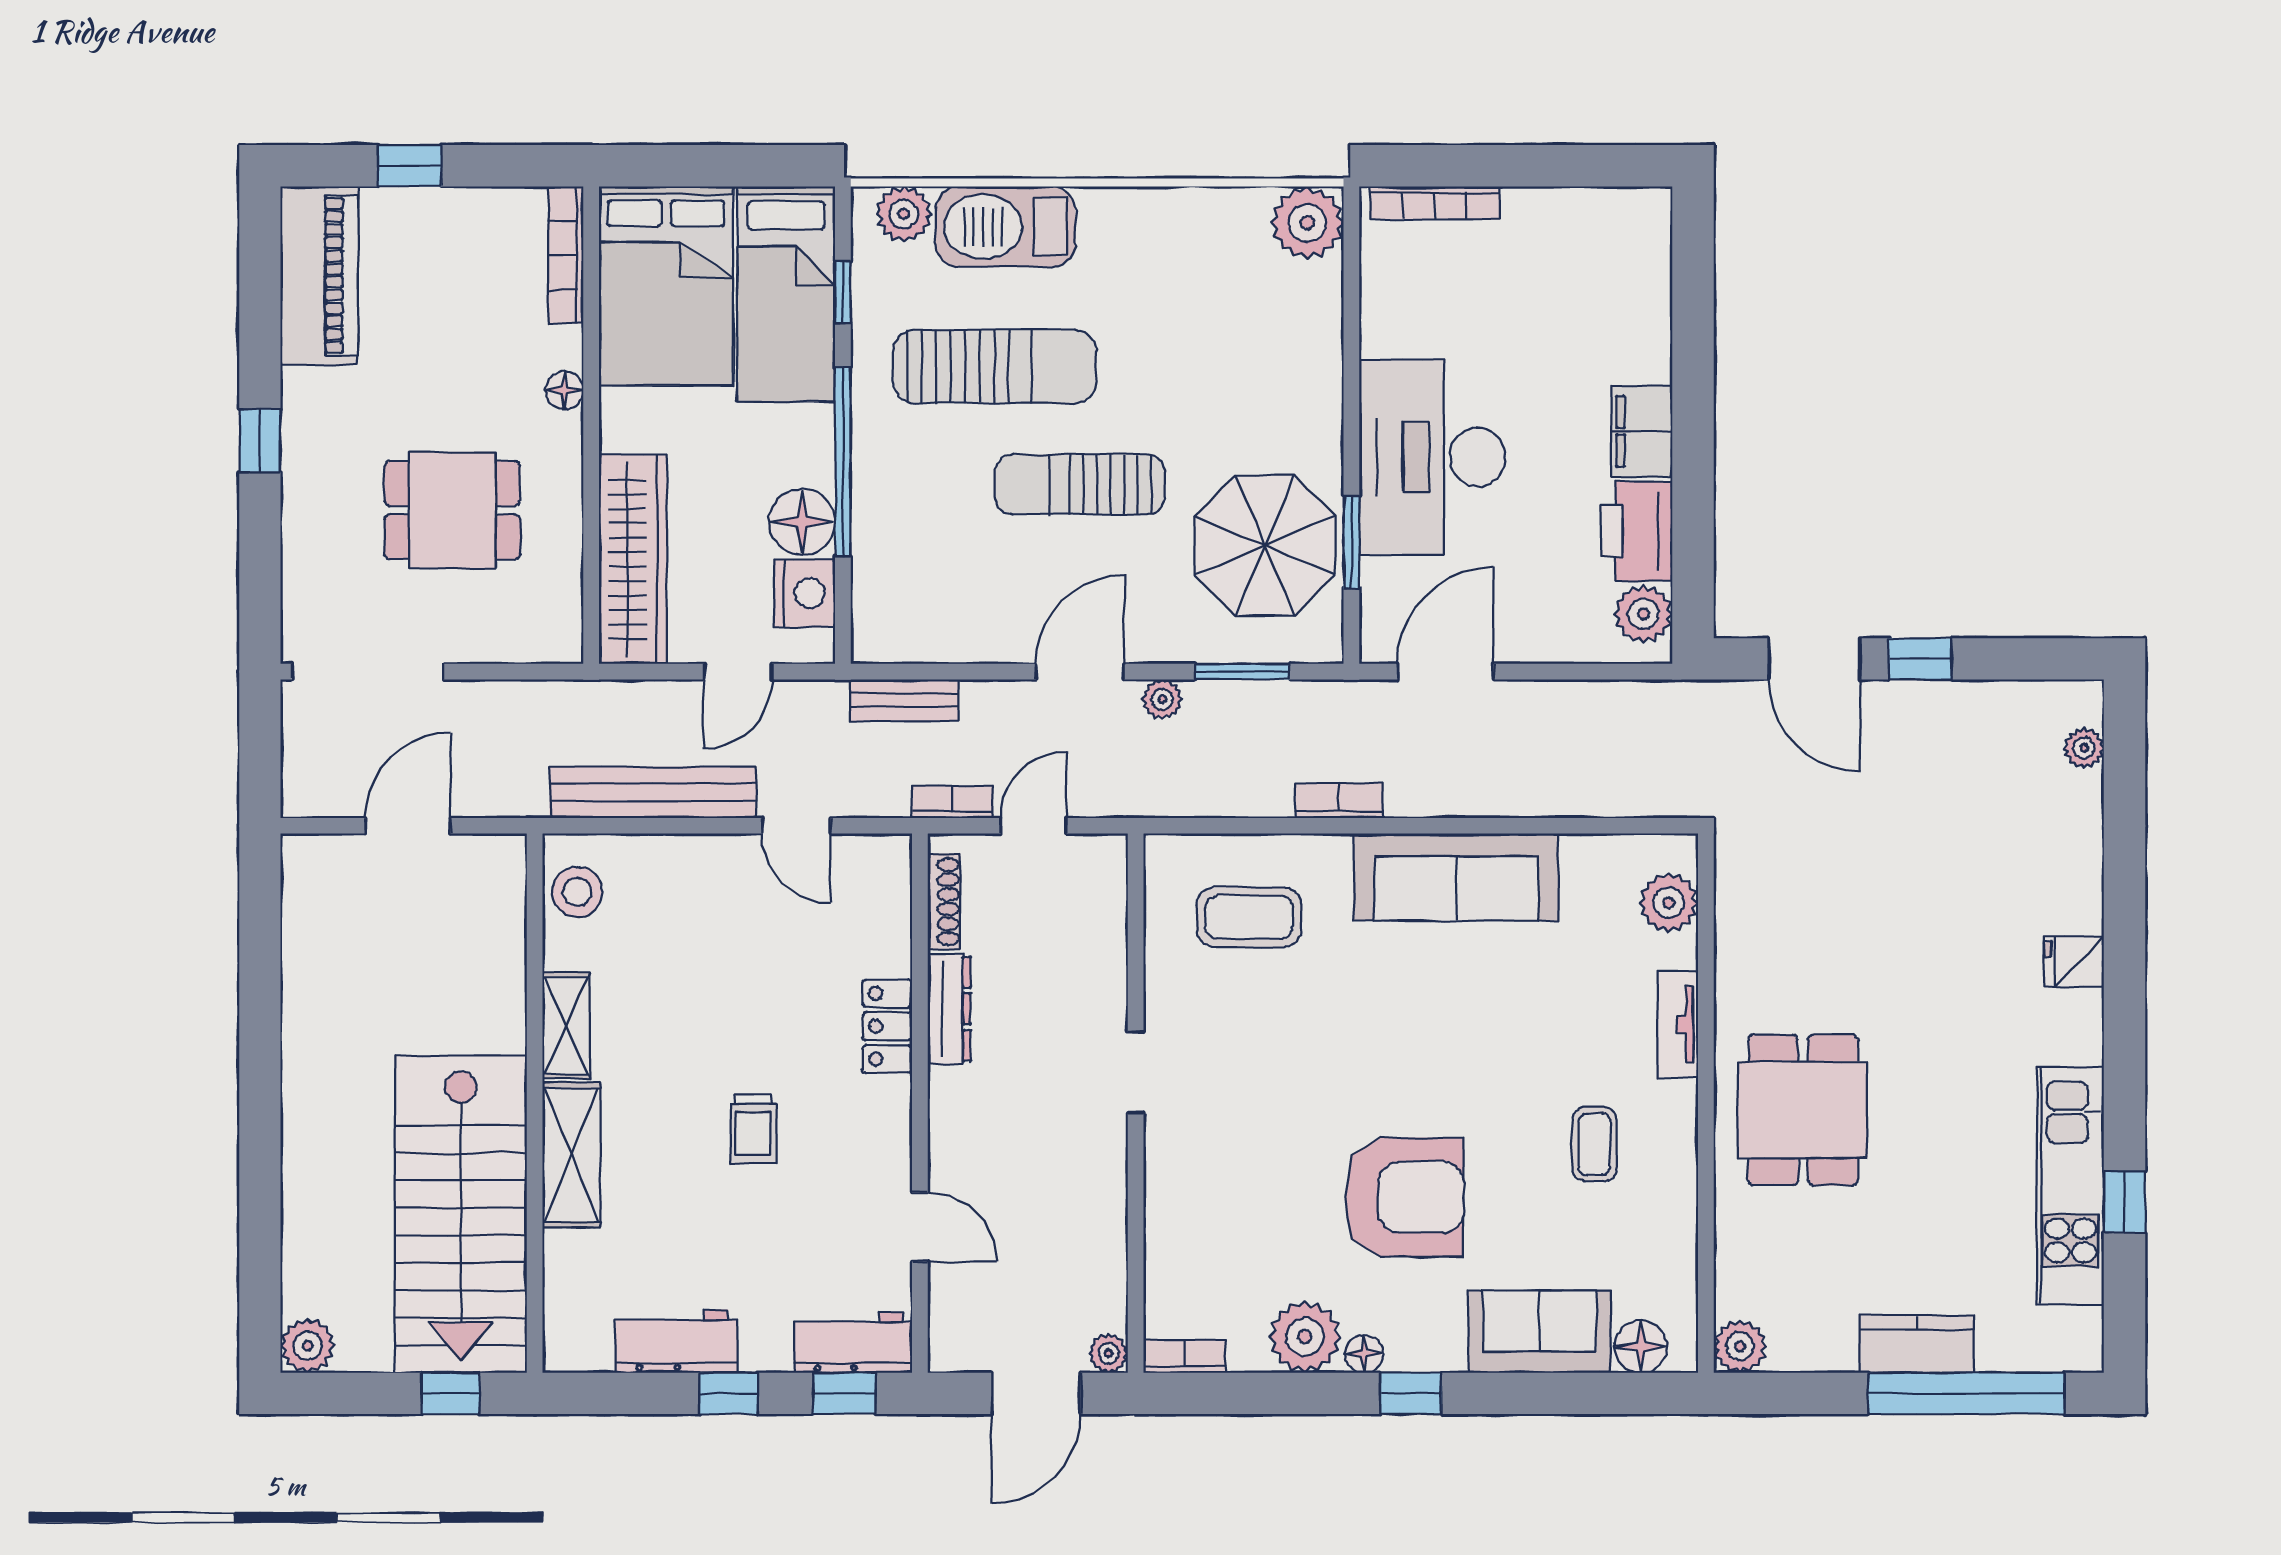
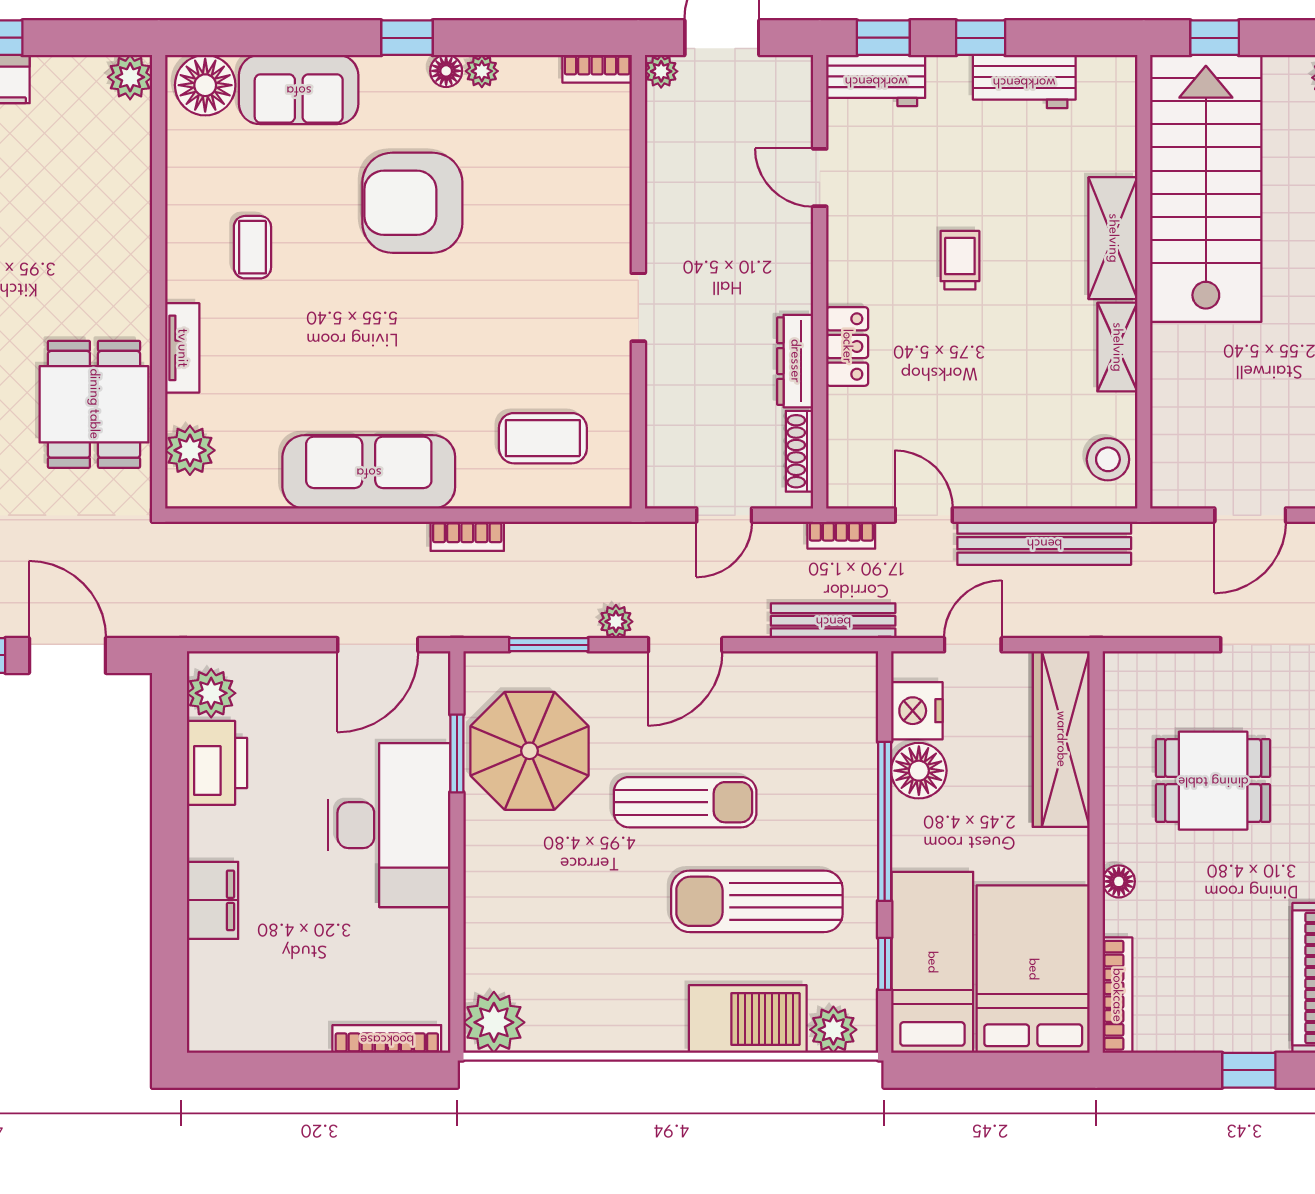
filing cabinet: (1642, 431) -> (213, 900), moved
bench: (904, 700) -> (833, 621), width x1.36
bookcase: (952, 802) -> (841, 535), moved
dining table: (1803, 1110) -> (94, 404), moved
plant: (1305, 1337) -> (482, 71), width x0.53, depth x0.53
floor lamp: (1641, 1347) -> (205, 85), width x1.38, depth x1.38

